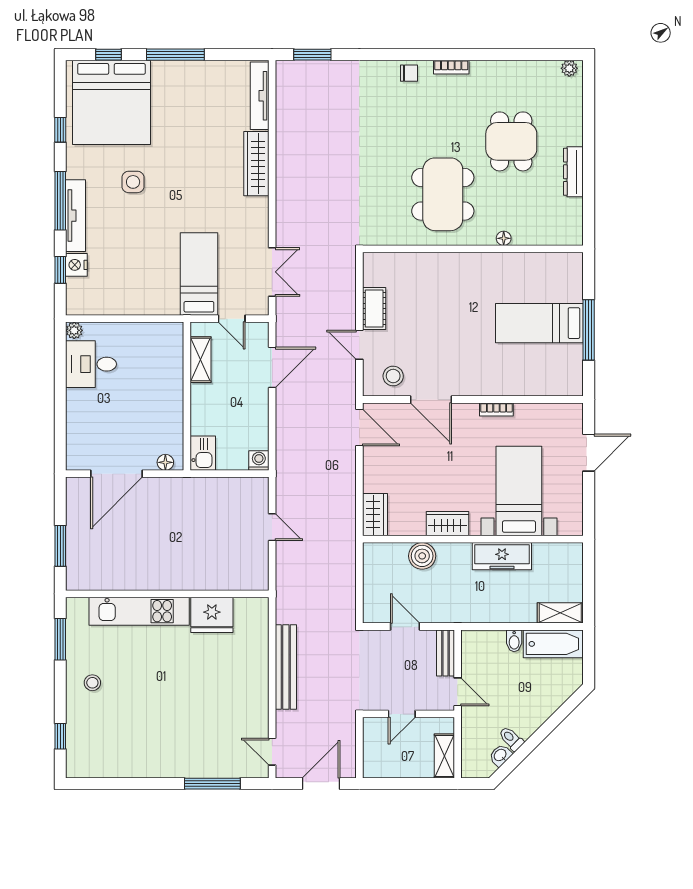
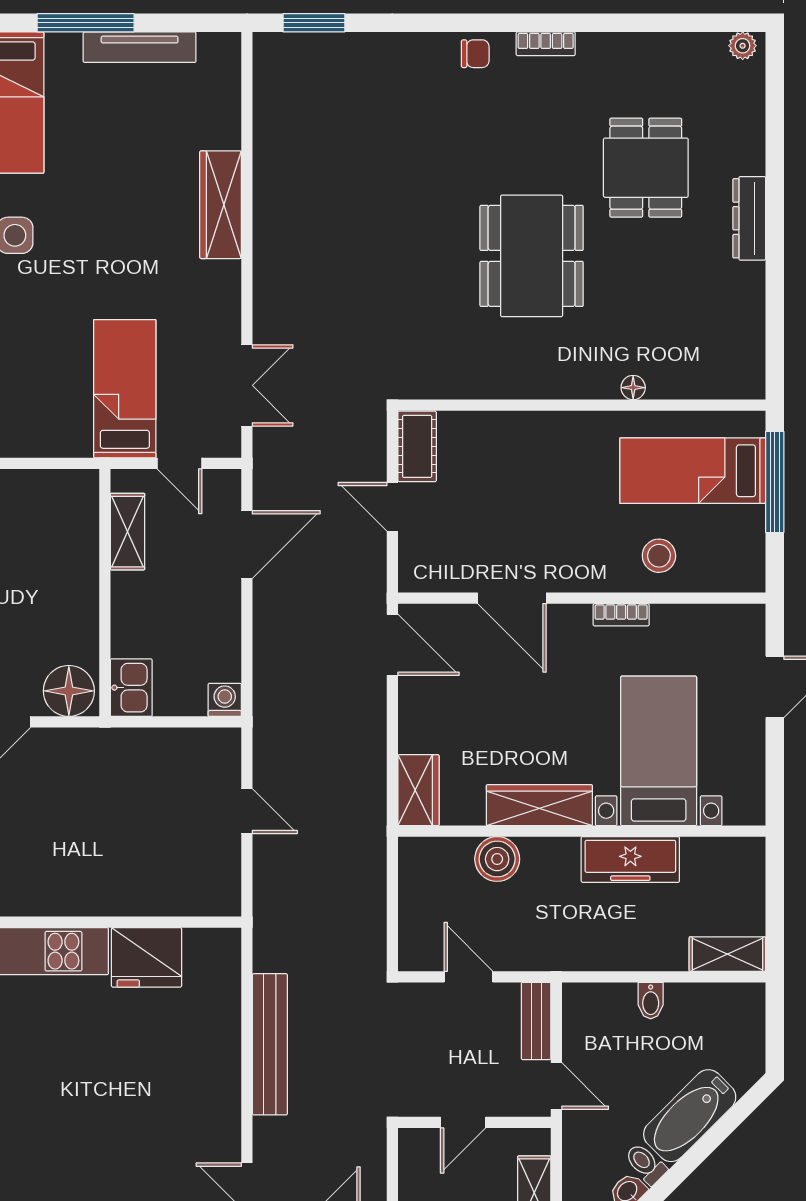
tv unit: (260, 96) -> (140, 47), moved, turned -90
floor lamp: (504, 238) -> (633, 388), moved
wall: (473, 249) -> (582, 405), moved
stool: (393, 376) -> (659, 556), moved
floor lamp: (165, 462) -> (69, 691), width x1.89, depth x1.89
wardrobe: (447, 524) -> (539, 805), width x1.50
bathtub: (553, 644) -> (690, 1116), moved, turned 135

